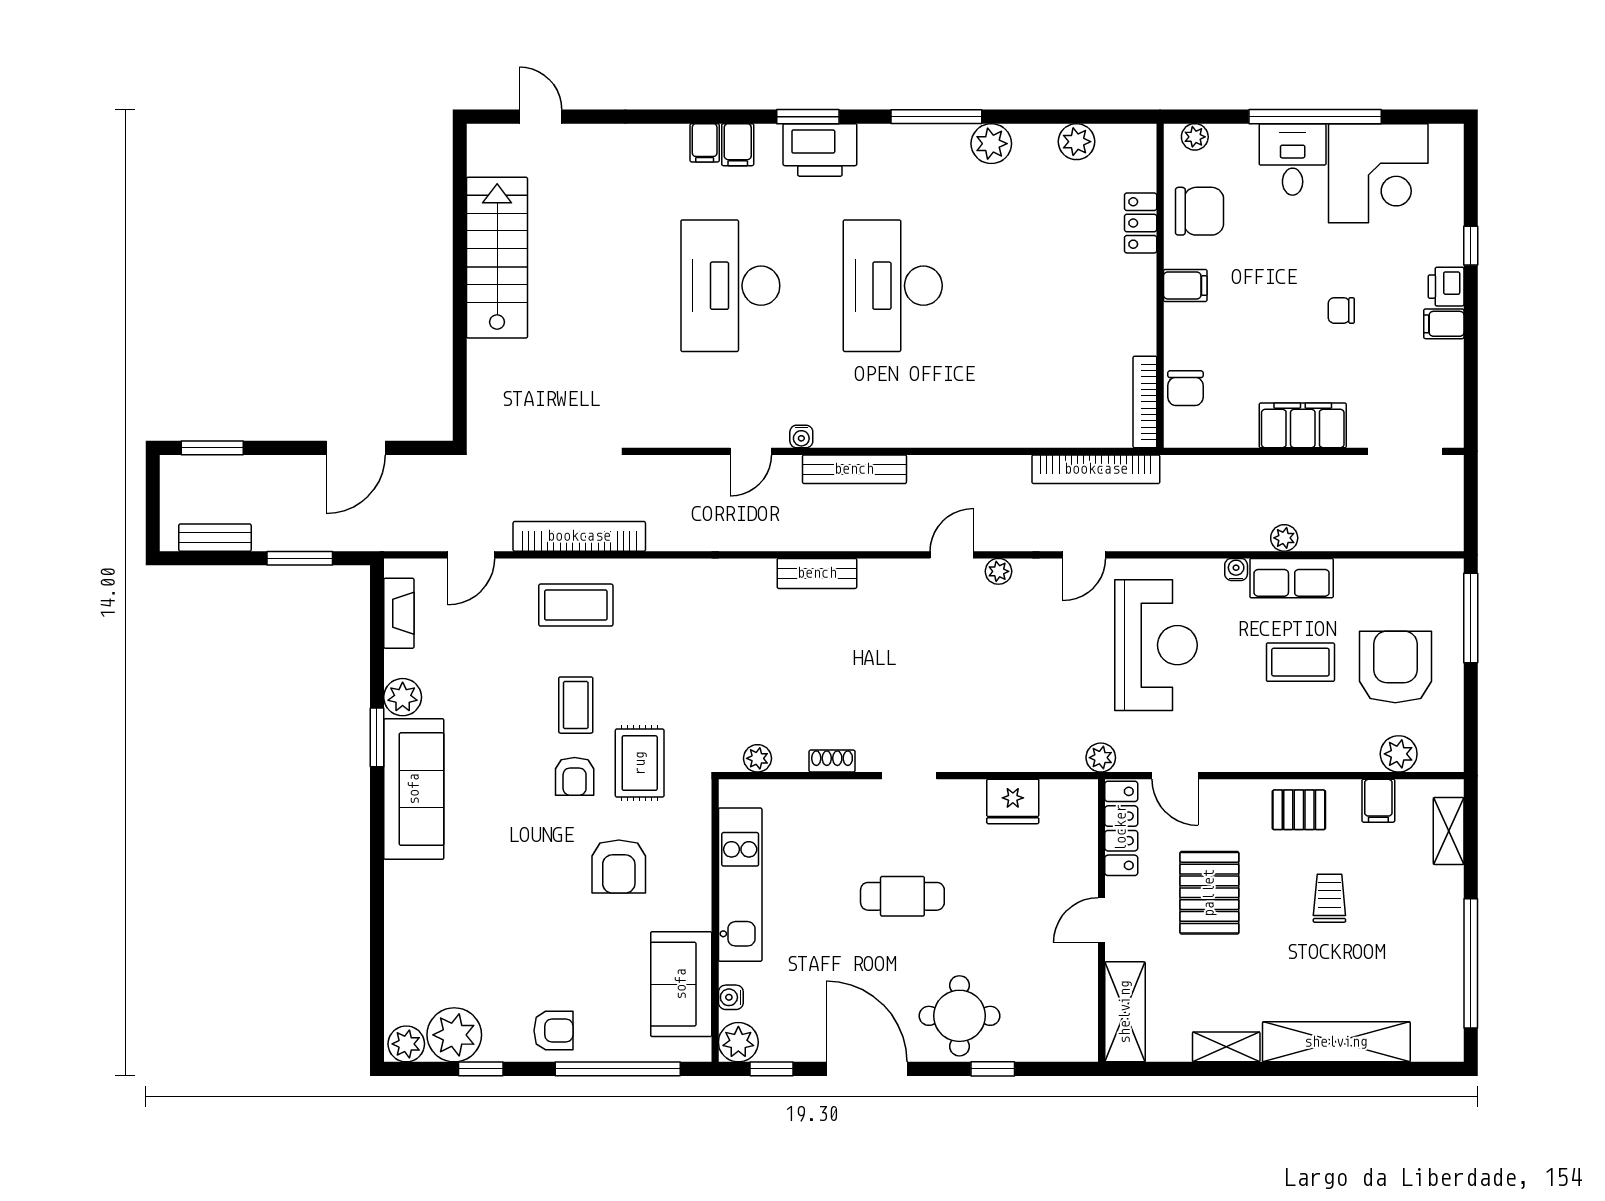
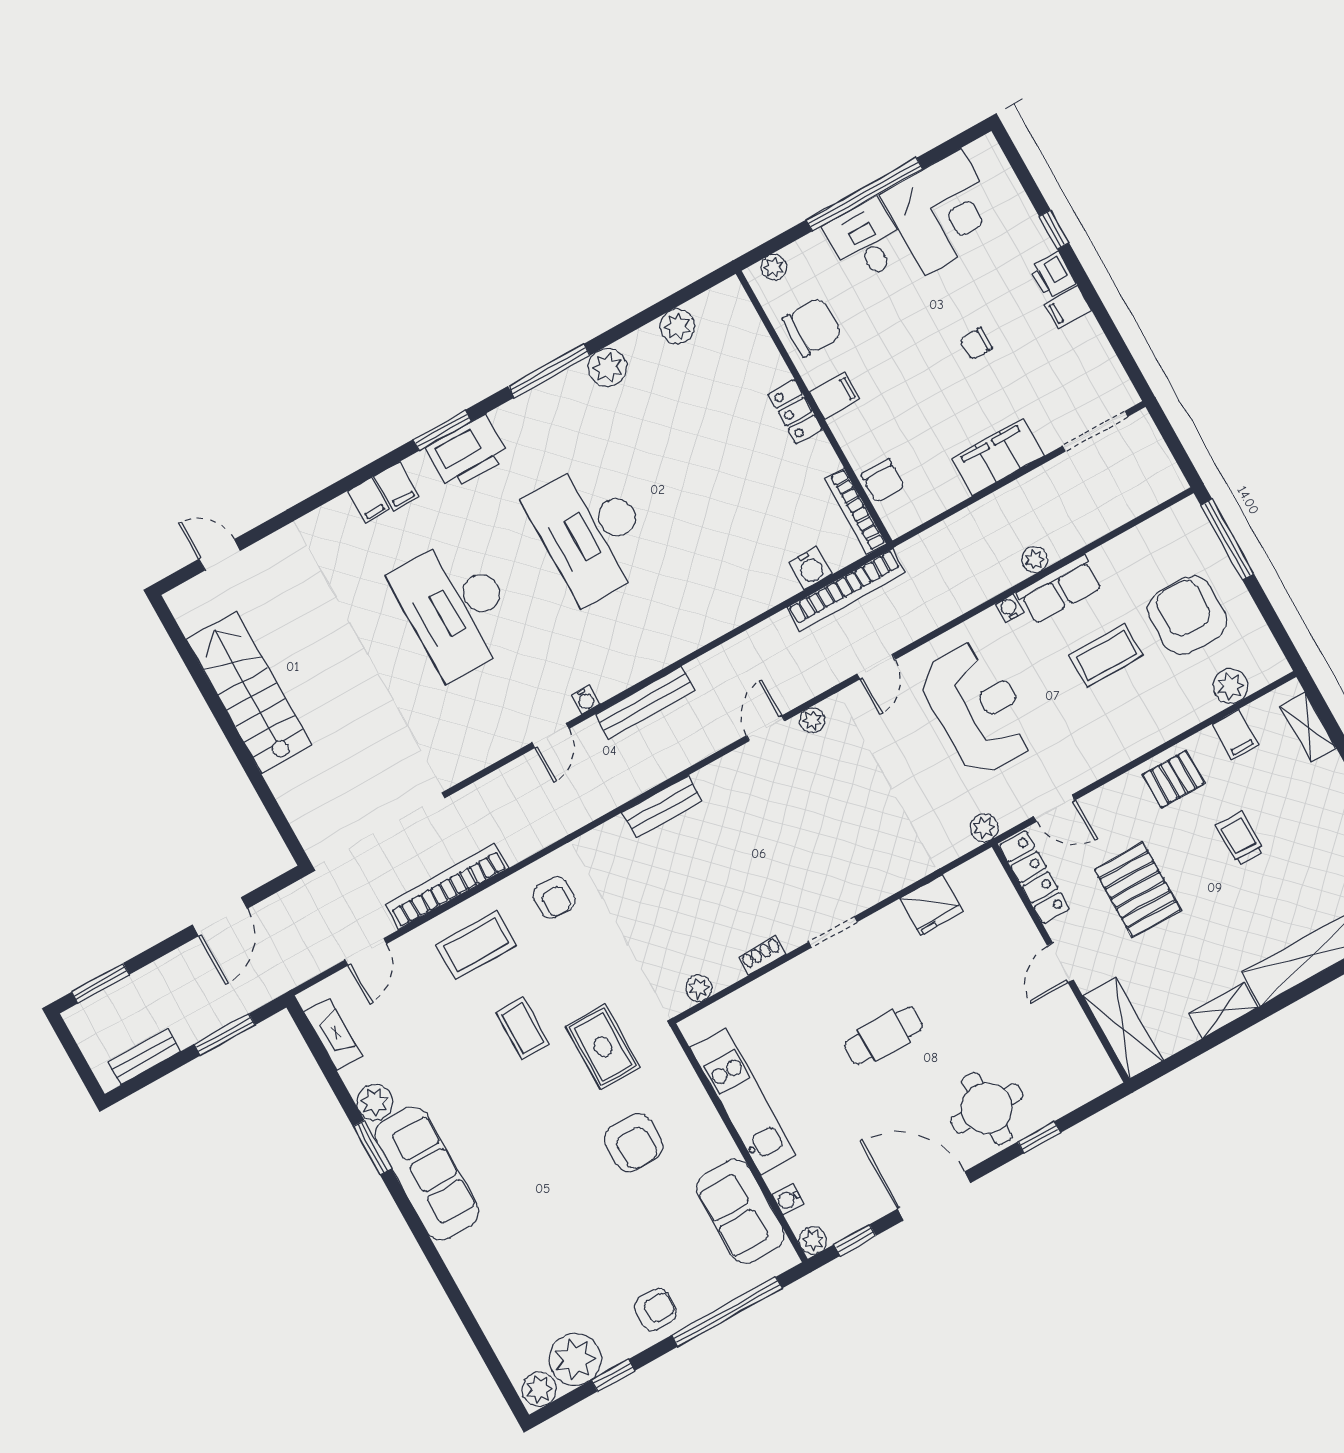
locker: (1141, 223) -> (795, 412), moved
water cooler: (1075, 431) -> (810, 568), added
armchair: (575, 776) -> (554, 897), moved
plant: (738, 1042) -> (813, 1240), width x0.73, depth x0.73

